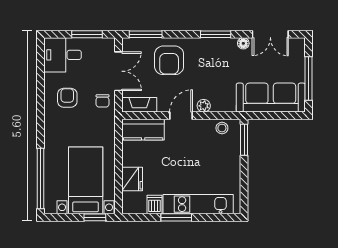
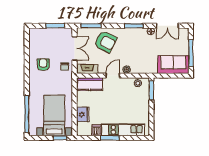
desk: (63, 55) -> (40, 38), removed
armchair: (169, 60) -> (105, 42), turned -63
sofa: (271, 98) -> (173, 65), width x0.73

